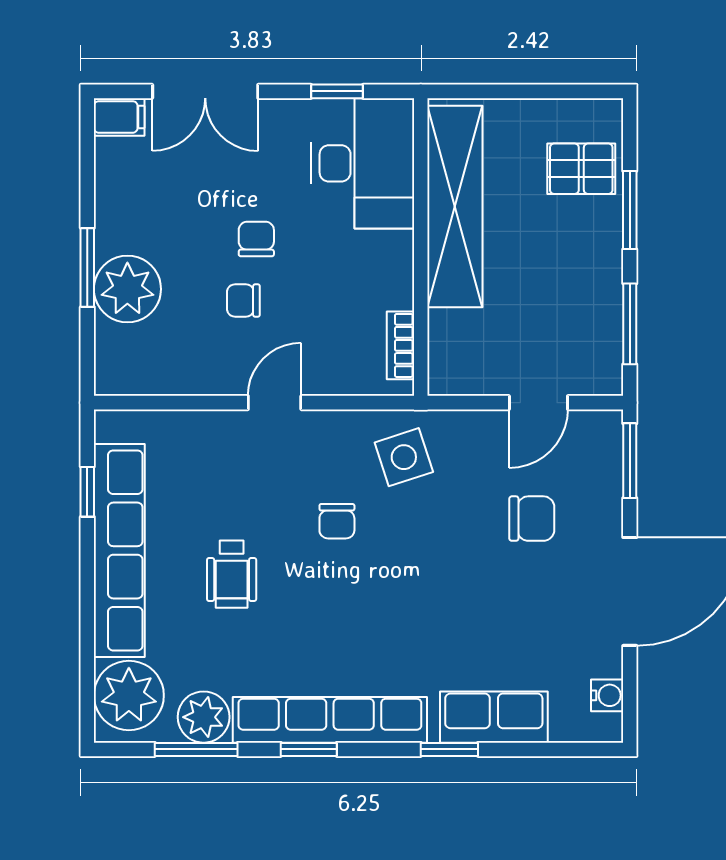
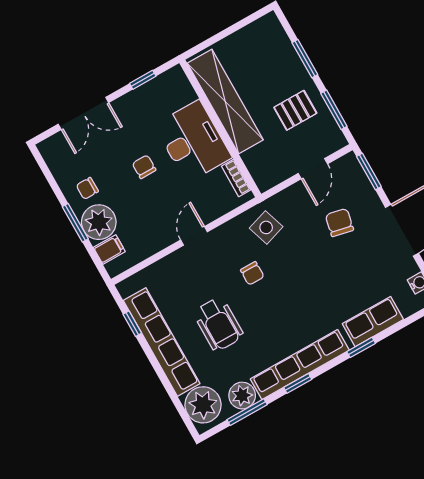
filing cabinet: (119, 117) -> (109, 249), moved
desk: (363, 163) -> (193, 141), moved
pallet: (581, 169) -> (295, 110), moved
chair: (243, 300) -> (87, 188), moved
chair: (532, 519) -> (339, 223), turned -78
wheelchair: (232, 574) -> (218, 324), width x1.36, depth x1.37

